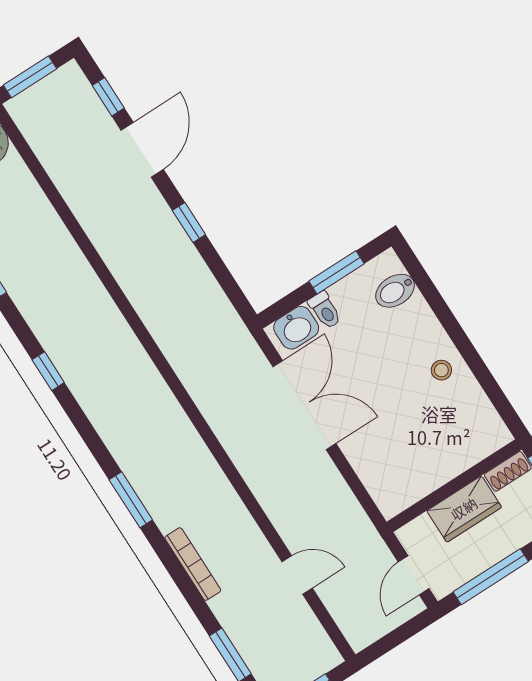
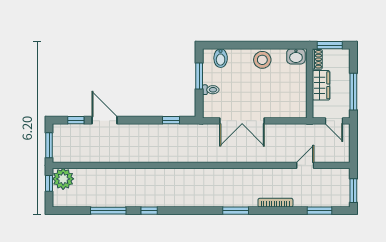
window: (189, 222) -> (171, 120), moved
washbasin: (296, 328) -> (296, 56), moved, turned 90
stool: (441, 370) -> (262, 60), width x1.89, depth x1.89
window: (48, 371) -> (149, 211), moved
double door: (304, 405) -> (242, 121), swing flipped

